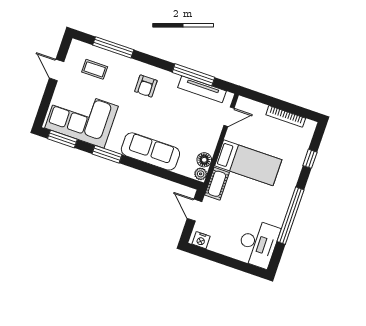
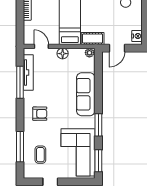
floor lamp: (204, 160) -> (63, 54), moved

